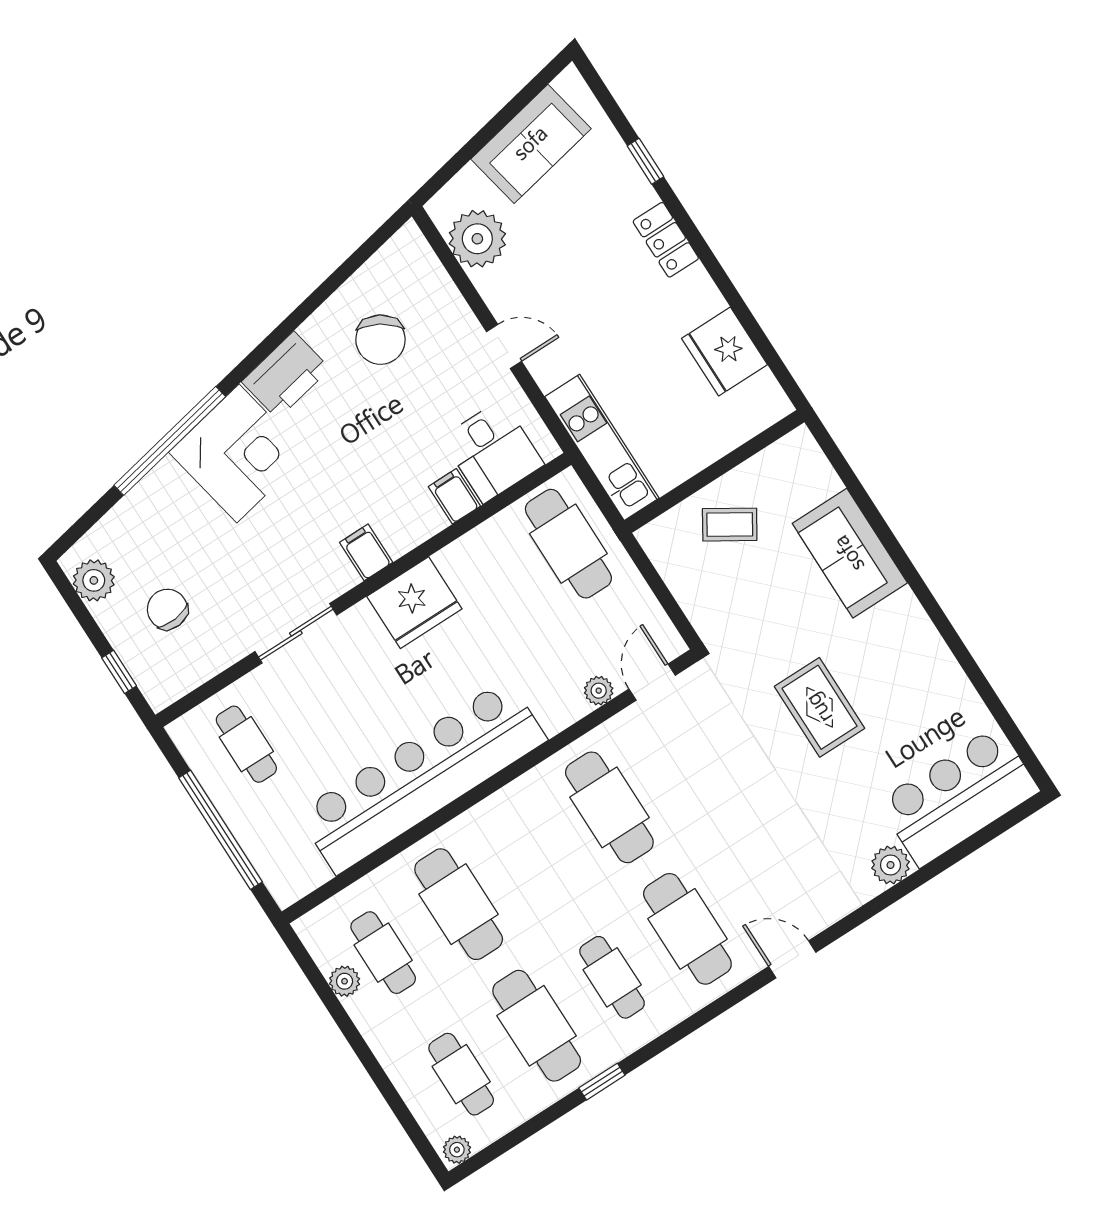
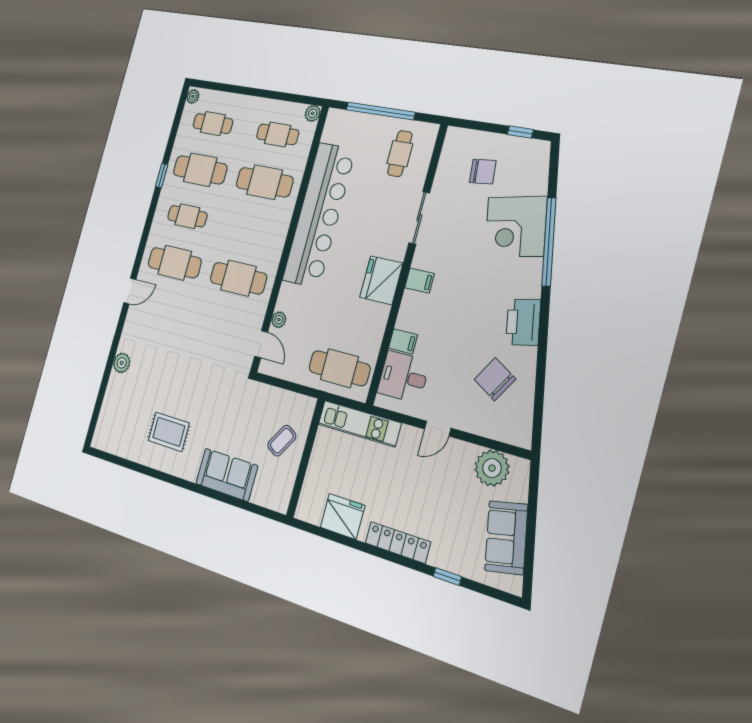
locker: (666, 240) -> (398, 542), width x1.53
corner desk: (238, 453) -> (516, 227), moved
plant: (94, 580) -> (526, 150), removed
window: (119, 672) -> (520, 132), moved
rug: (820, 707) -> (169, 432), moved
cafe table: (246, 744) -> (400, 154), turned 90
bar counter: (959, 796) -> (117, 415), removed
plant: (345, 981) -> (313, 113), moved

